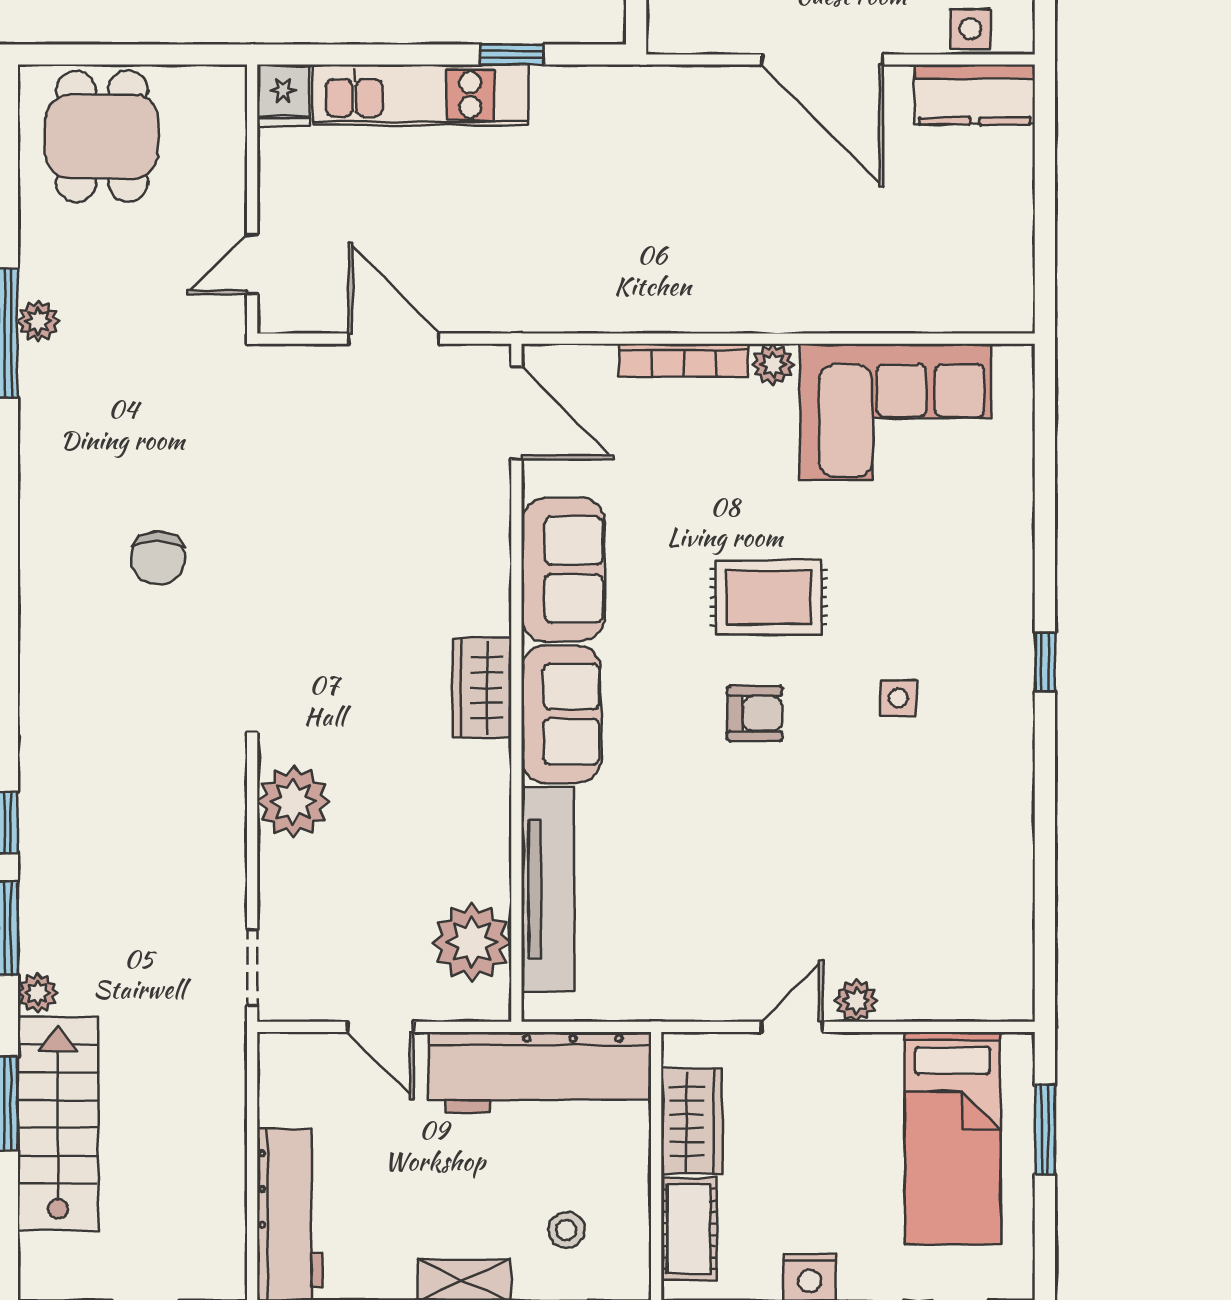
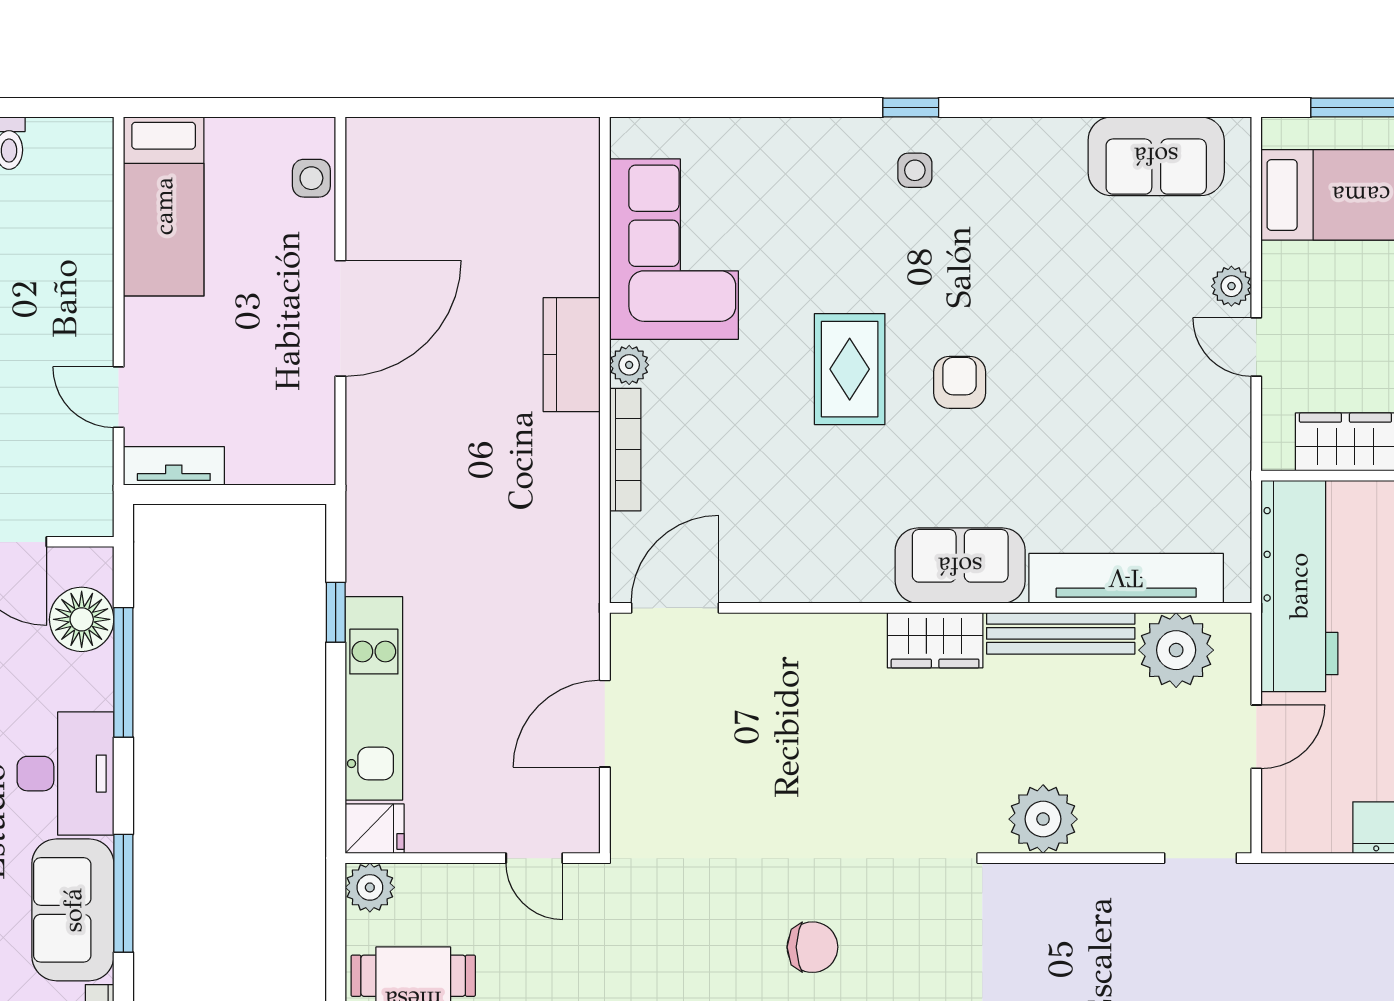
plant: (221, 91) -> (370, 887), added
kitchen counter: (975, 95) -> (572, 355), moved, turned 180
sofa: (563, 570) -> (1156, 156), moved, turned 180
side table: (898, 698) -> (915, 170), moved
bench: (489, 820) -> (1061, 633), added

